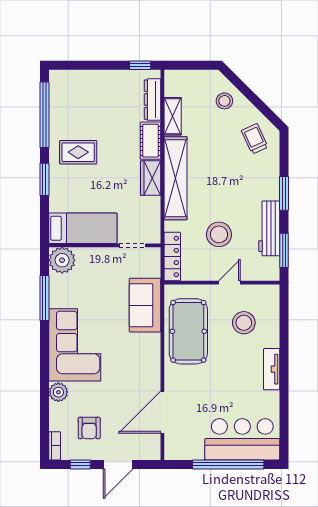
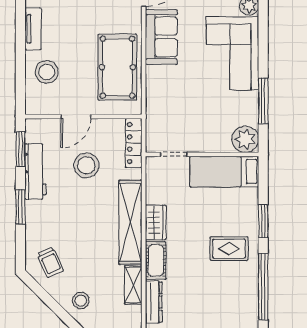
door: (229, 283) -> (76, 117), width x1.38
sofa: (145, 305) -> (161, 37), moved
stool: (244, 323) -> (47, 72), moved

